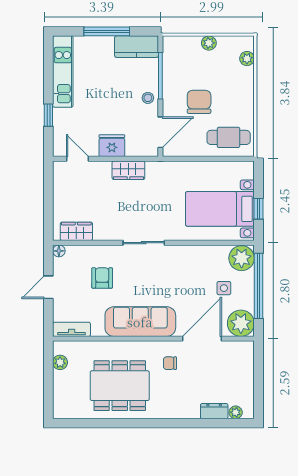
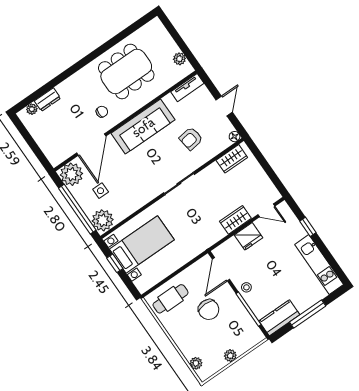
wardrobe: (128, 170) -> (235, 220), moved
armchair: (102, 278) -> (191, 139), turned 82

